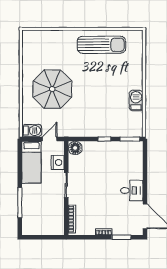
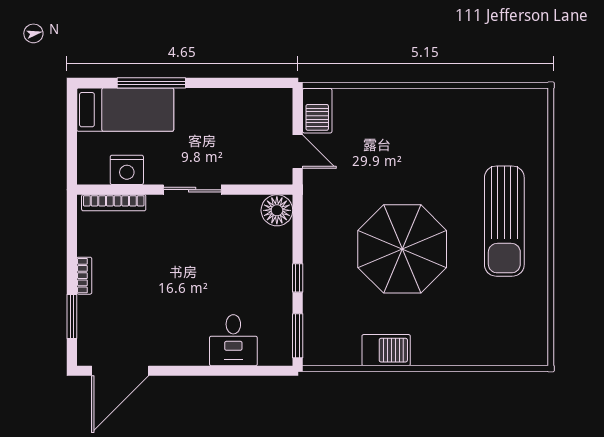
sun lounger: (101, 45) -> (504, 221), moved
parasol: (52, 89) -> (402, 249), moved
bed: (31, 162) -> (125, 110), moved, turned 180
nightstand: (58, 162) -> (127, 170), moved
desk: (132, 190) -> (233, 340), moved

